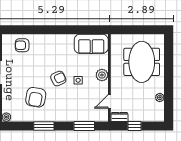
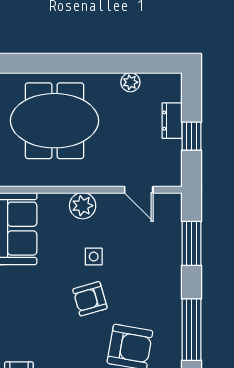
armchair: (58, 78) -> (90, 299), turned -82
dresser: (120, 117) -> (172, 121), moved
window: (44, 126) -> (191, 330), width x1.44

